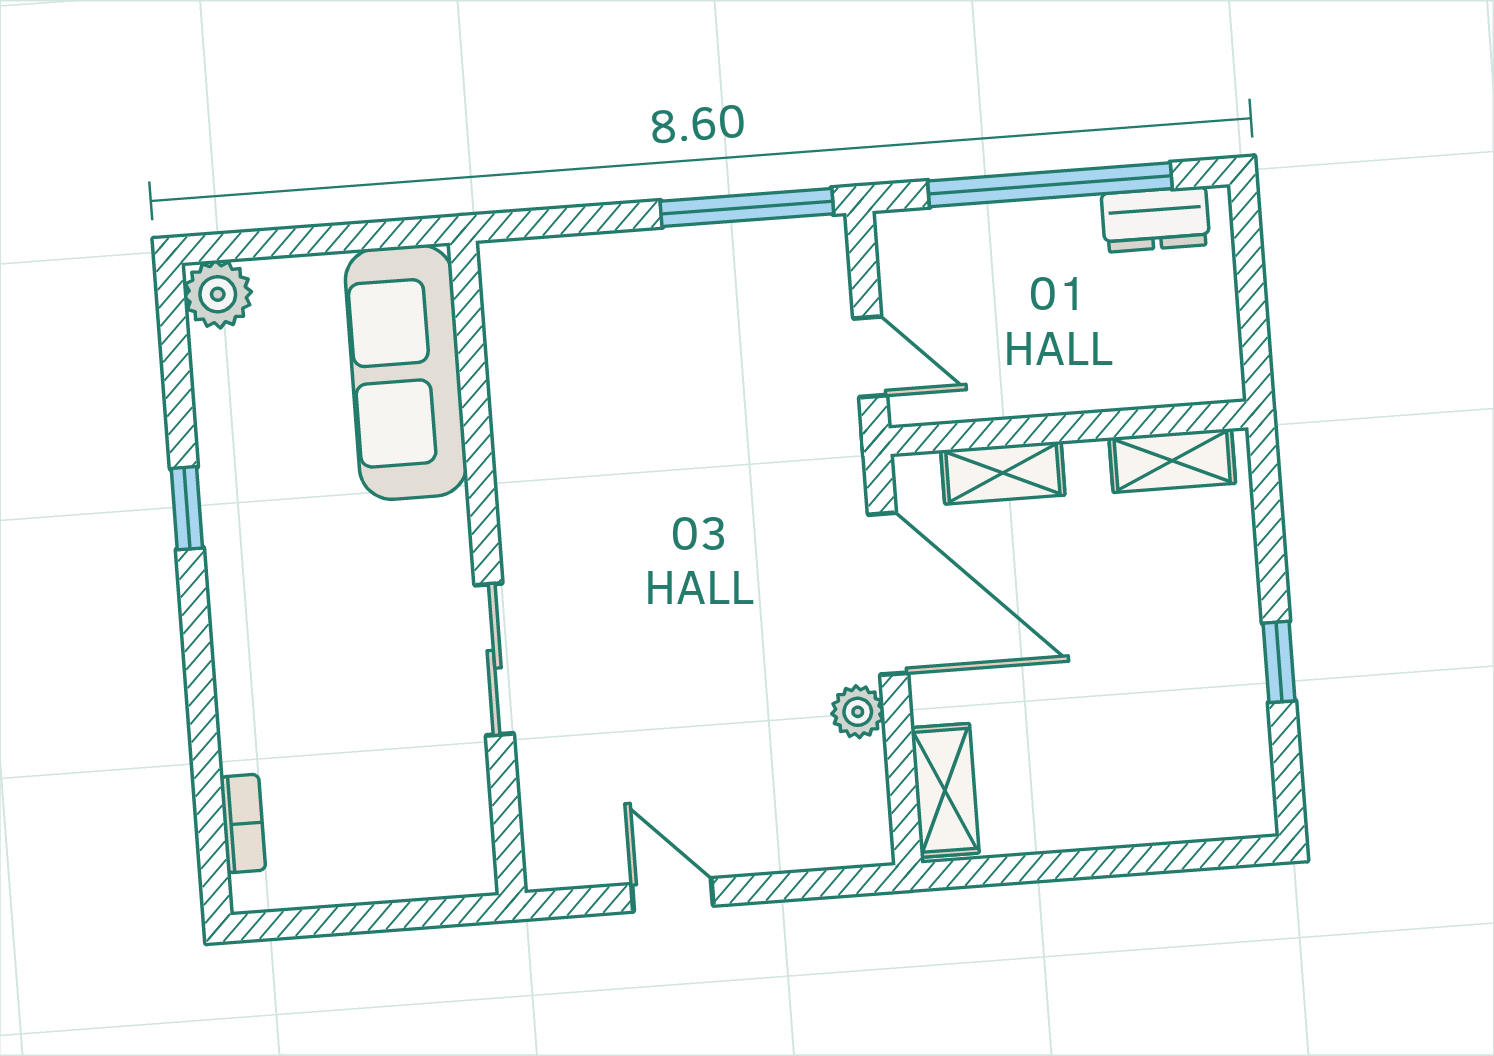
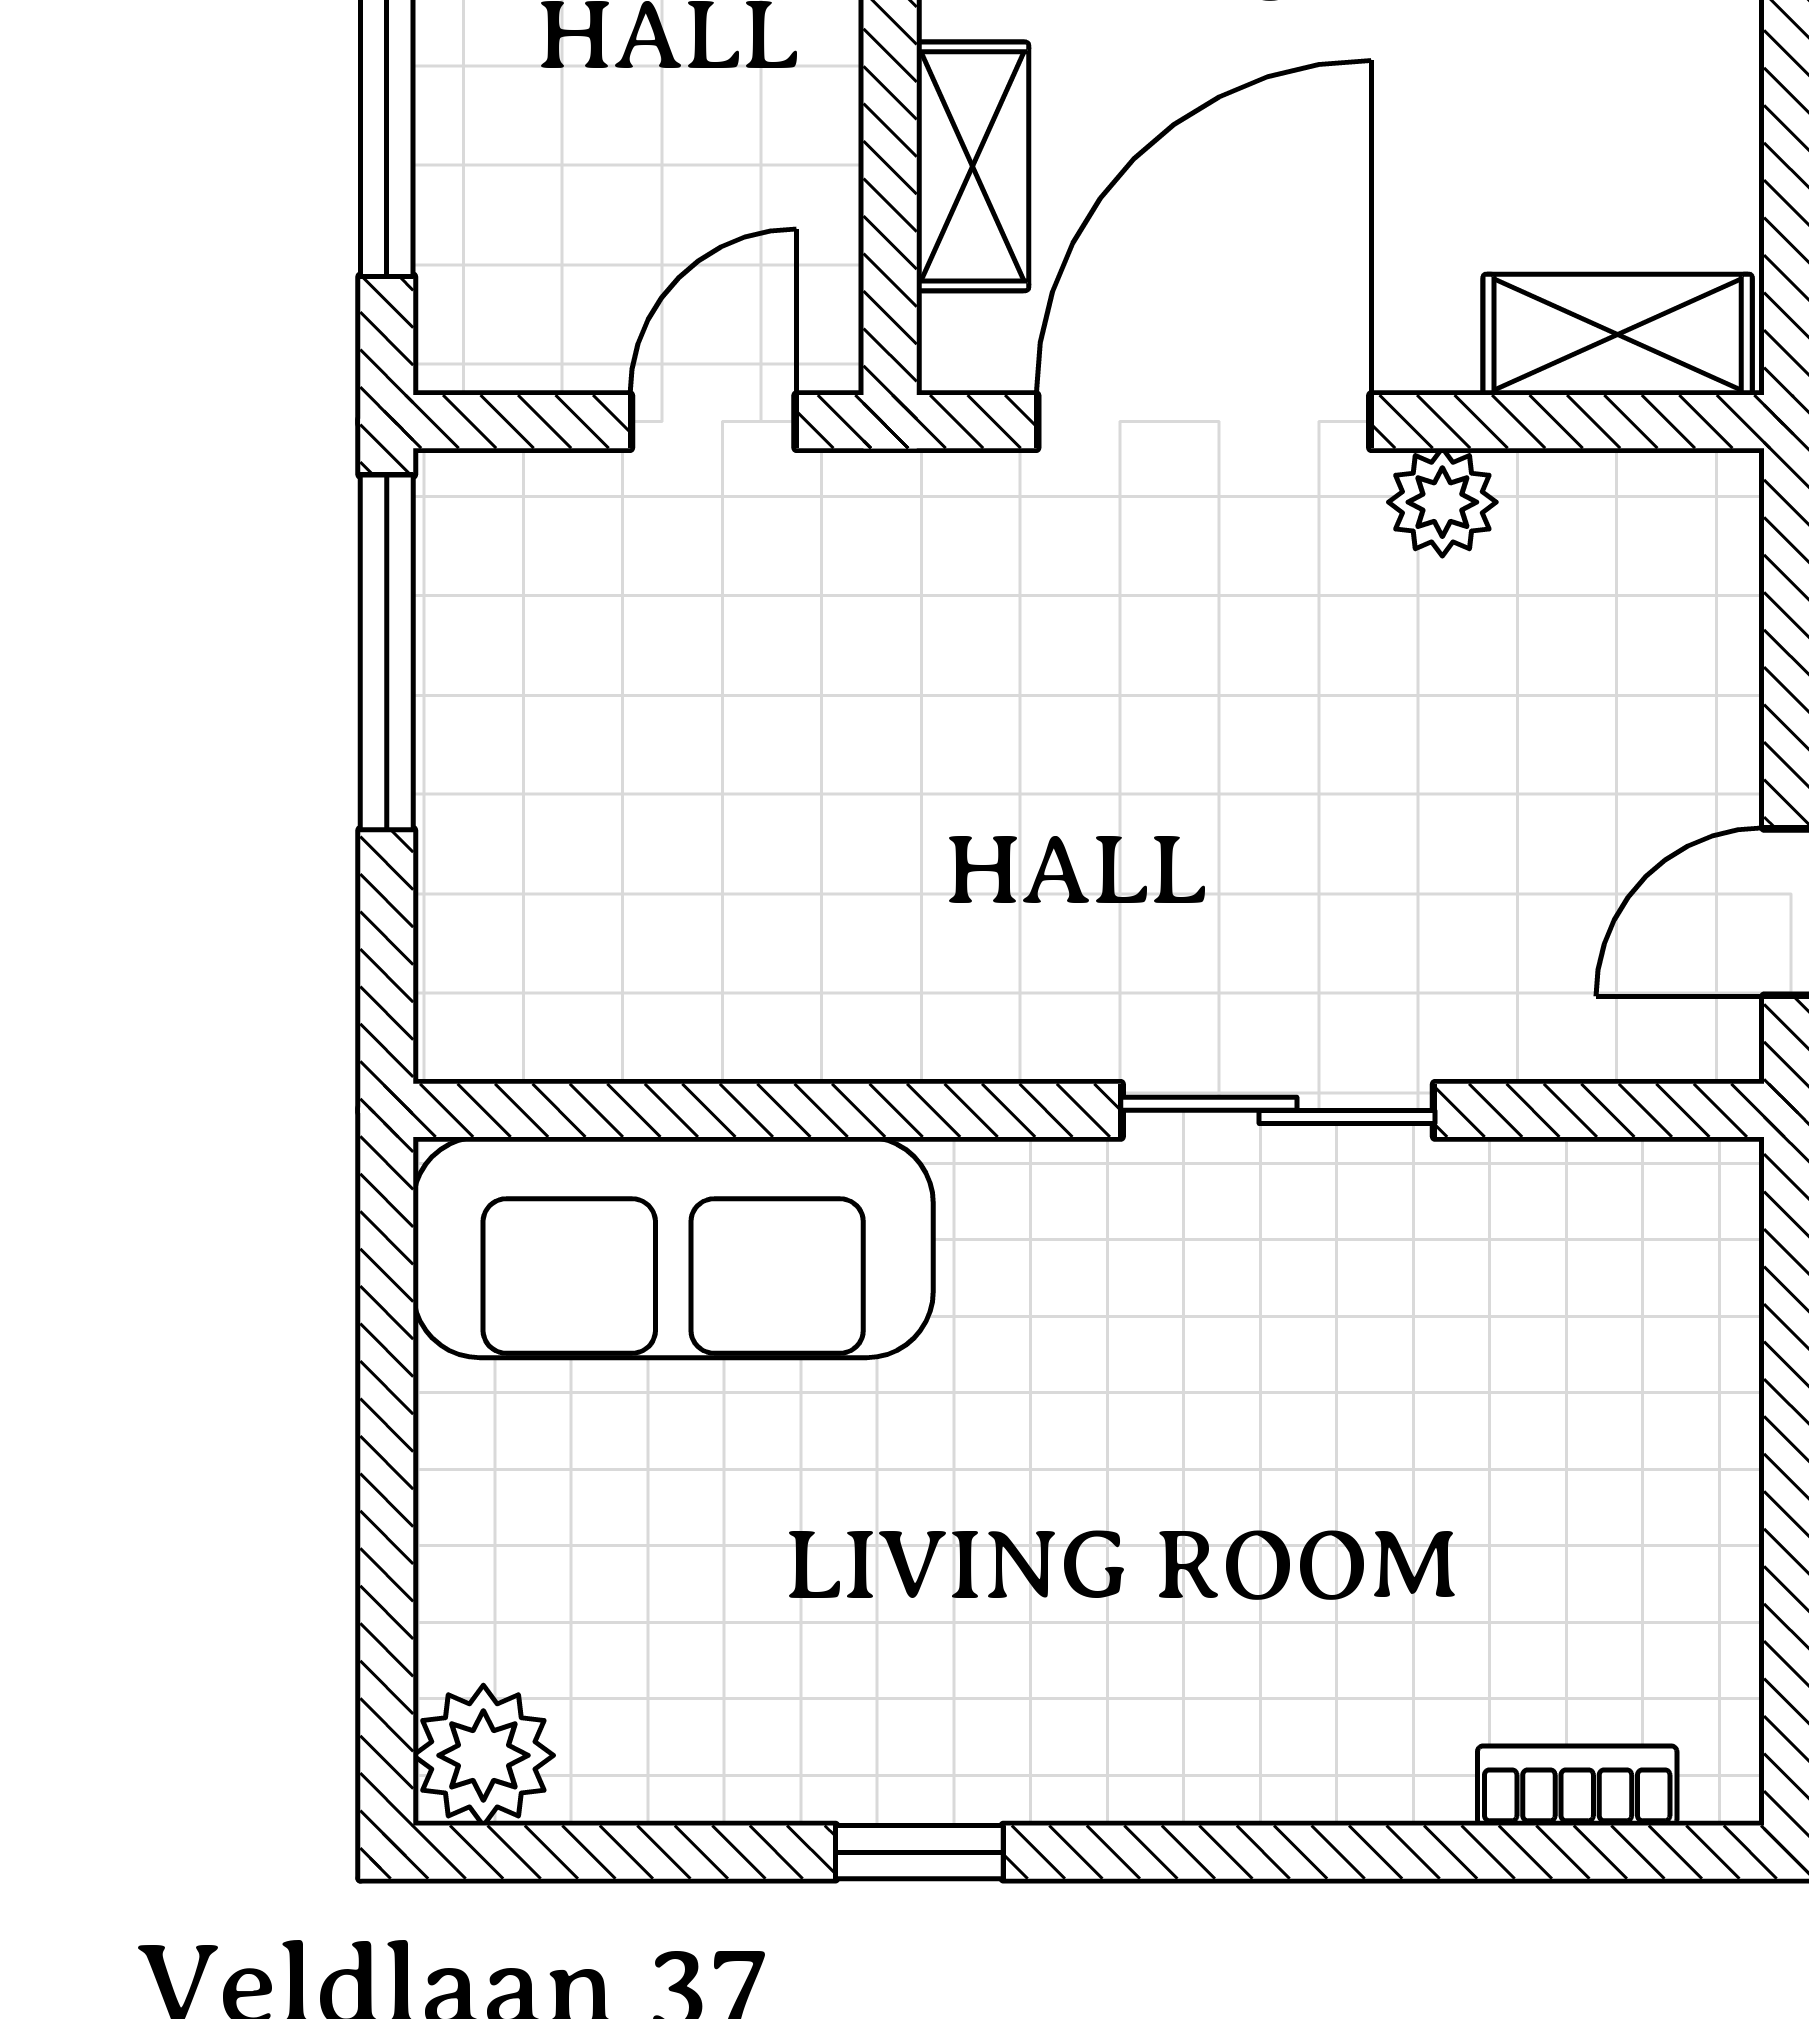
sofa: (406, 372) -> (673, 1247), moved
wall: (487, 568) -> (1089, 1110), moved
sliding door: (494, 659) -> (1278, 1110), moved

